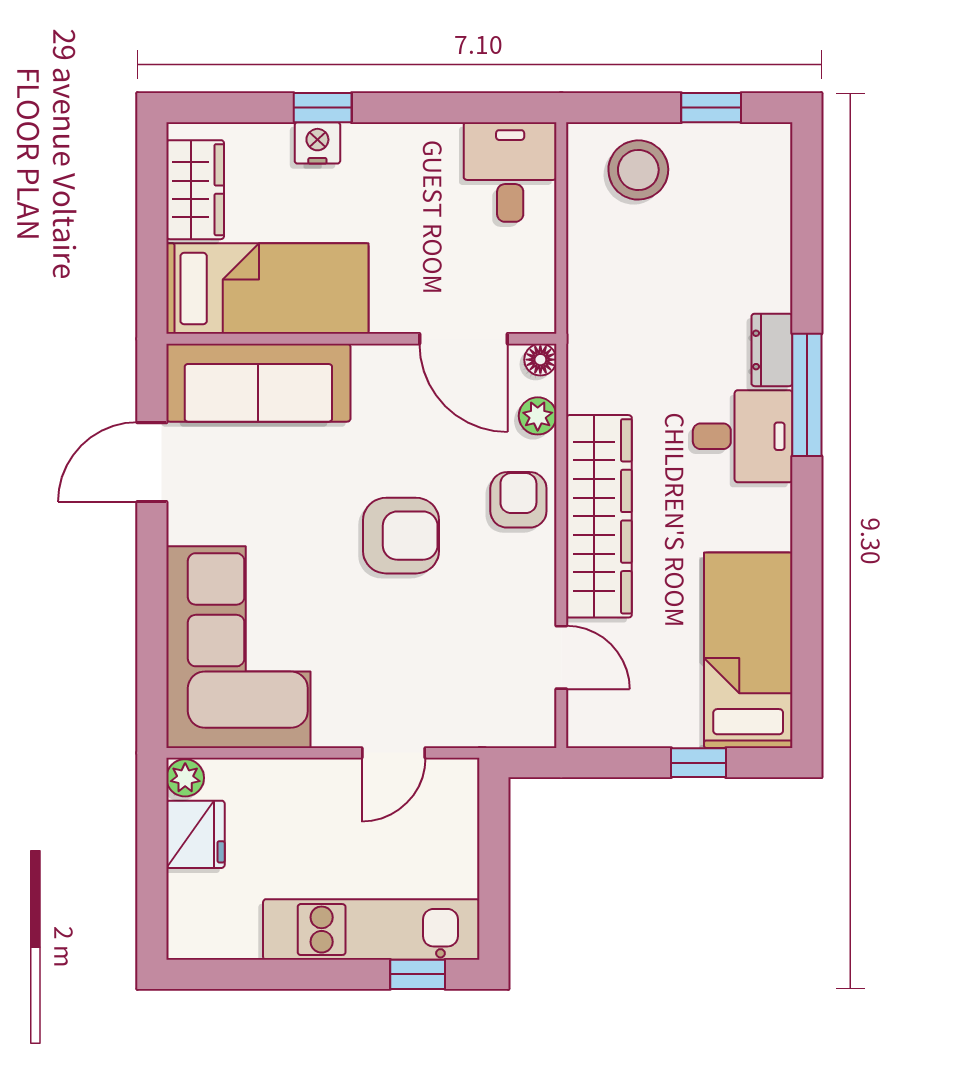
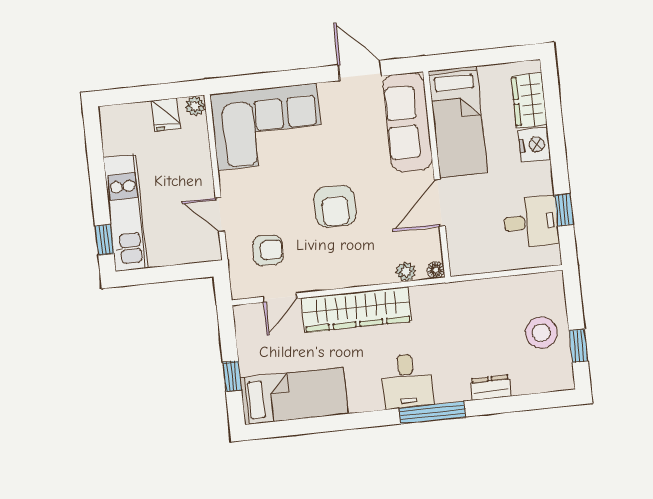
window: (323, 108) -> (564, 210), moved
nightstand: (317, 143) -> (534, 145), width x1.36, depth x1.33
stool: (638, 170) -> (541, 333), moved
desk: (510, 172) -> (531, 222), moved
wardrobe: (195, 190) -> (529, 100), moved, turned 90
door: (463, 339) -> (440, 203), moved
dresser: (772, 350) -> (491, 388), moved
armchair: (518, 500) -> (268, 250), moved
fridge: (195, 834) -> (166, 115), width x0.72

